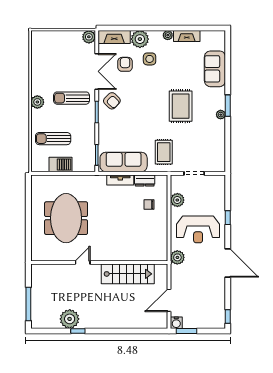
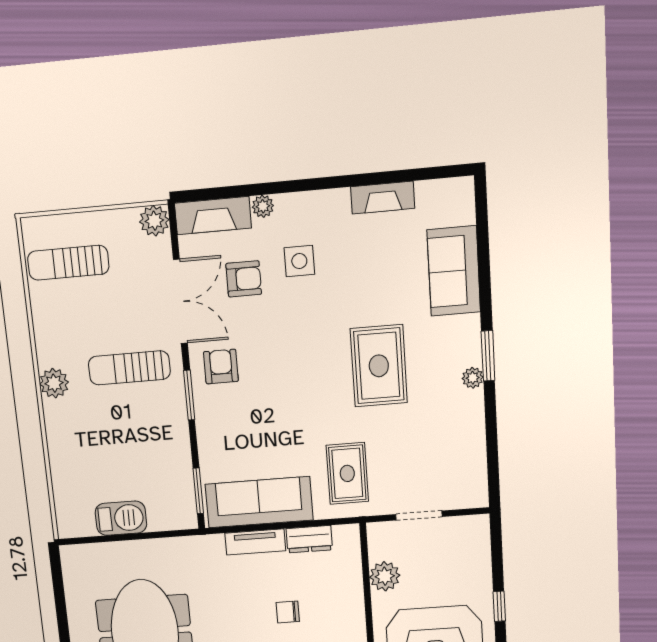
plant: (168, 35) -> (338, 200), removed
plant: (140, 39) -> (263, 206), width x0.53, depth x0.53
armchair: (125, 64) -> (244, 279), turned 90
armchair: (112, 101) -> (221, 367), turned -134
sun lounger: (53, 139) -> (68, 263), moved
chair: (149, 205) -> (288, 612), moved

